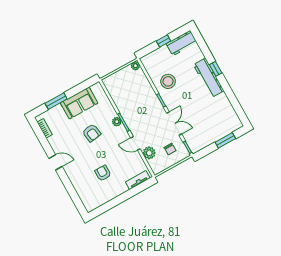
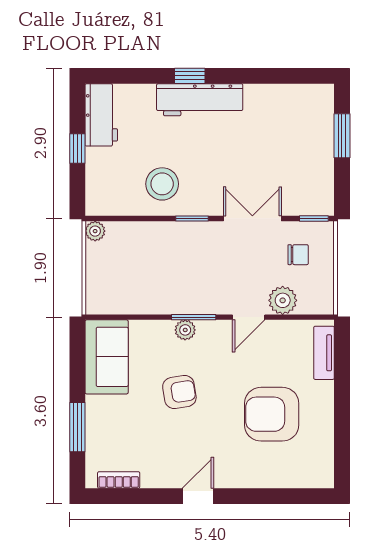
sofa: (79, 103) -> (107, 357), moved
armchair: (103, 173) -> (272, 414), width x1.88, depth x1.88

